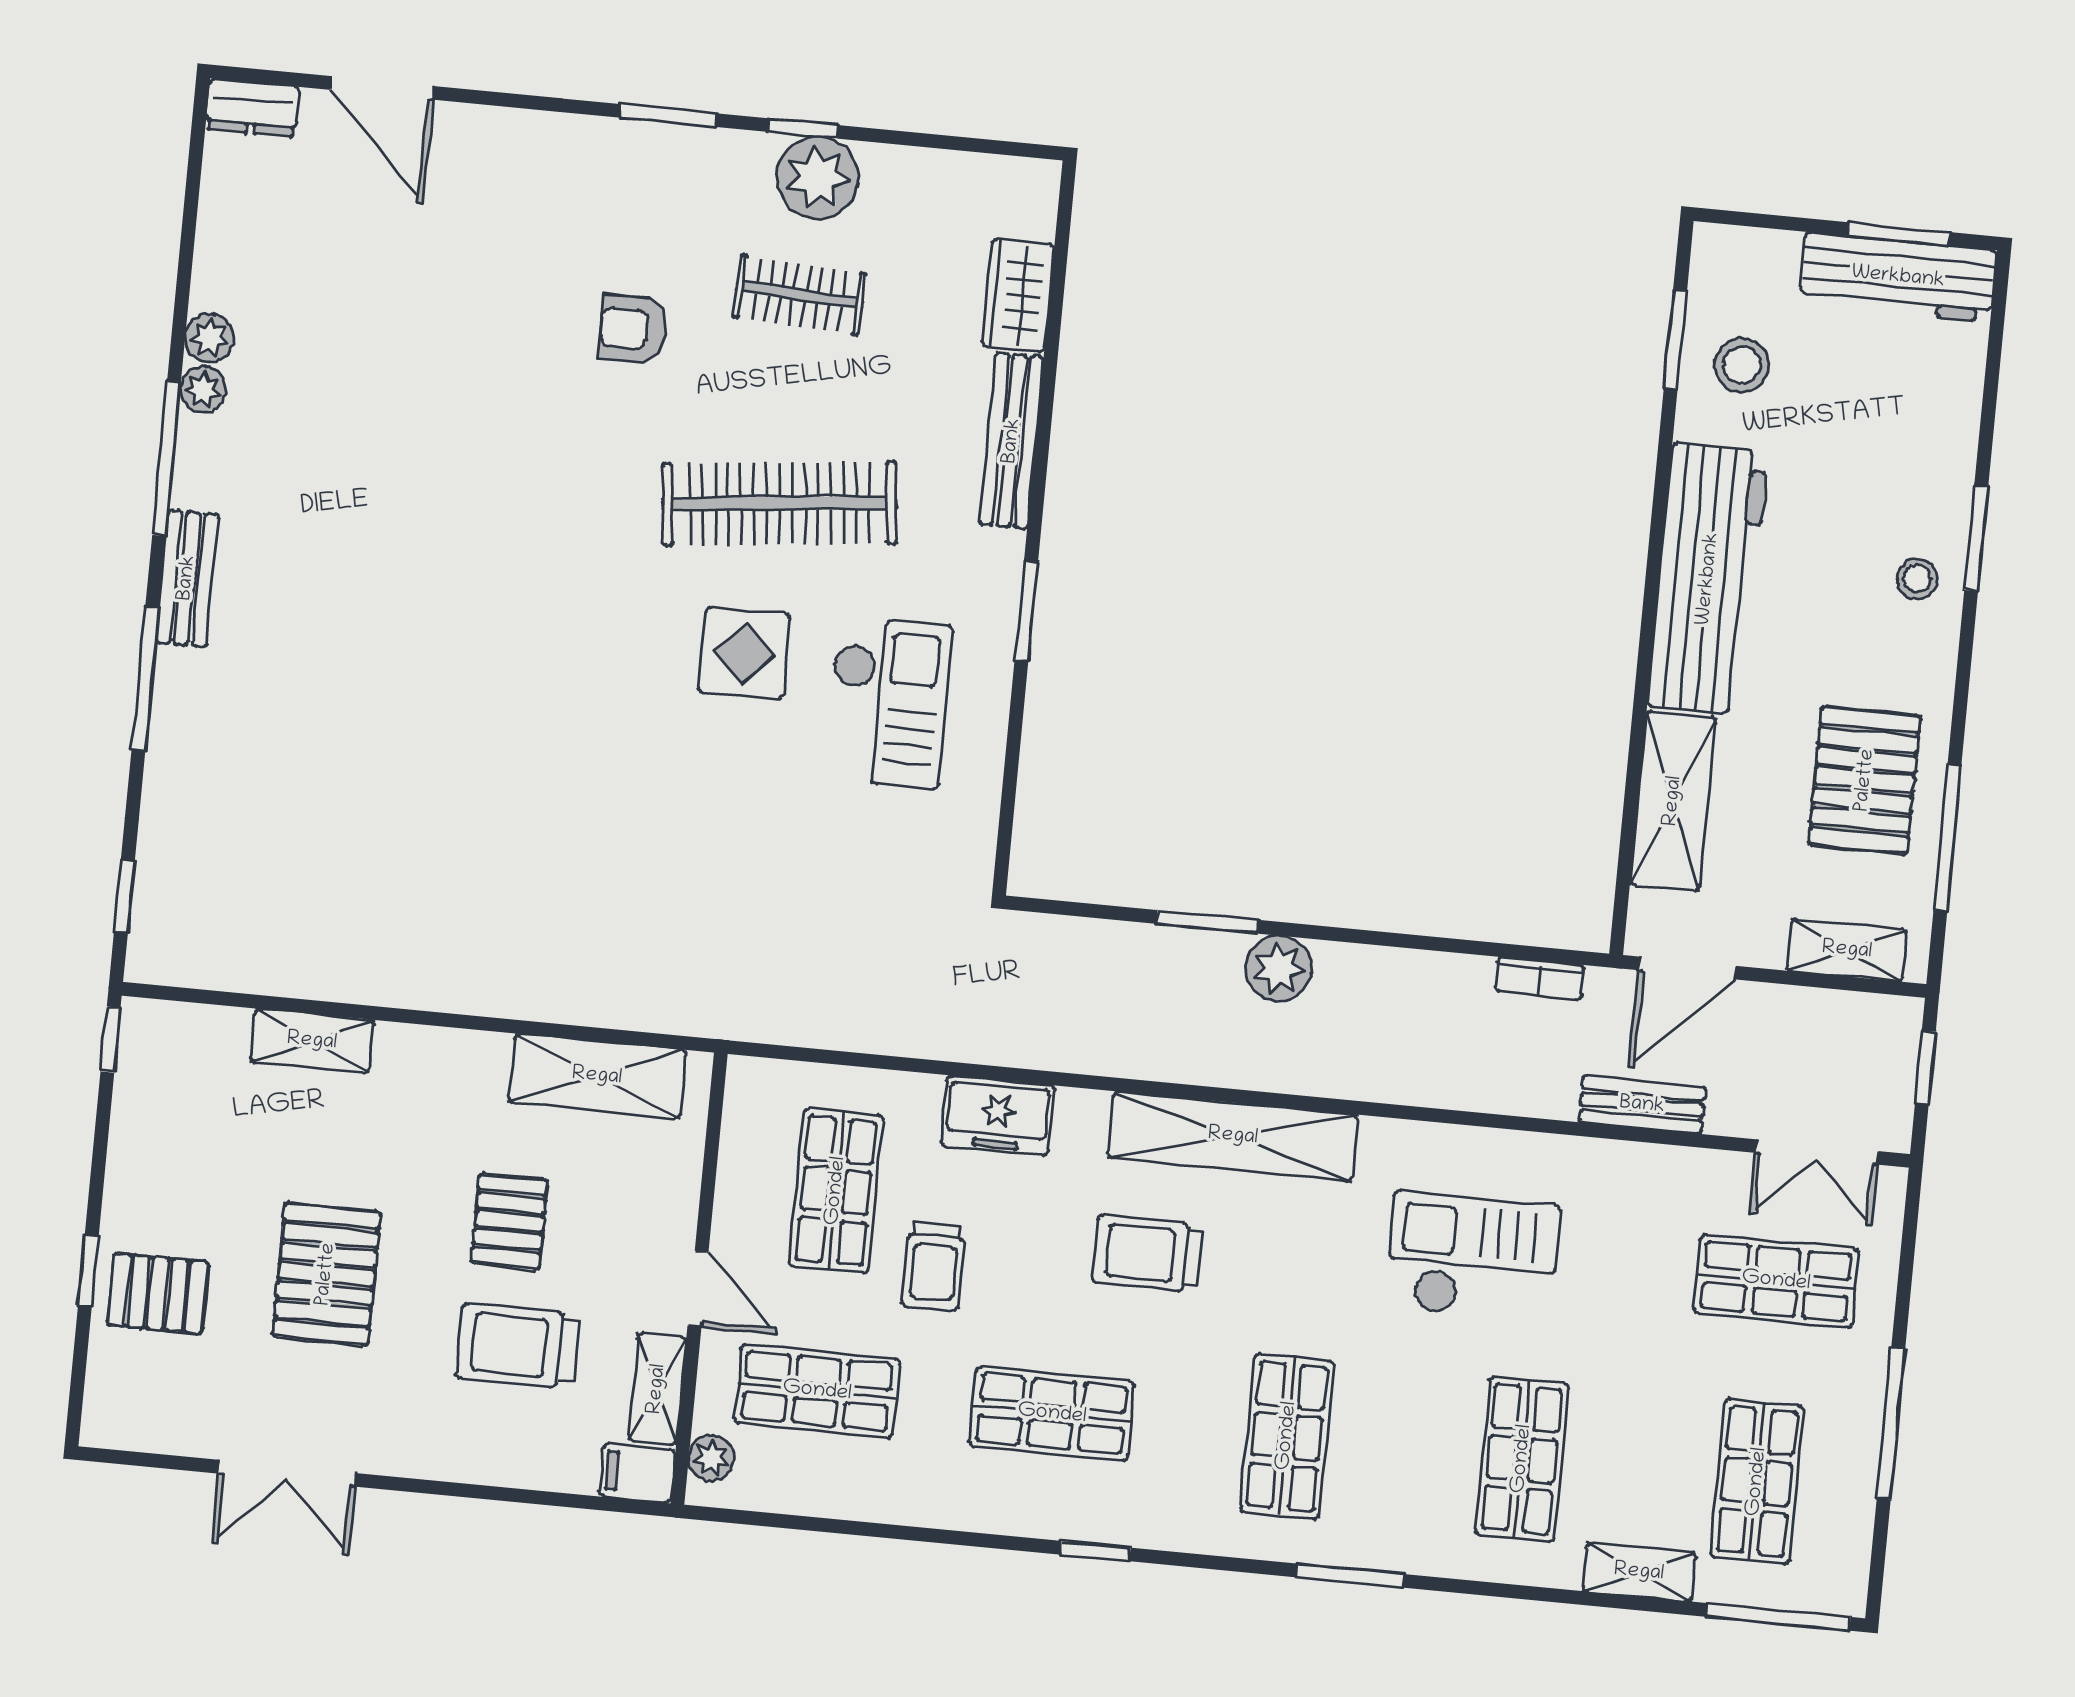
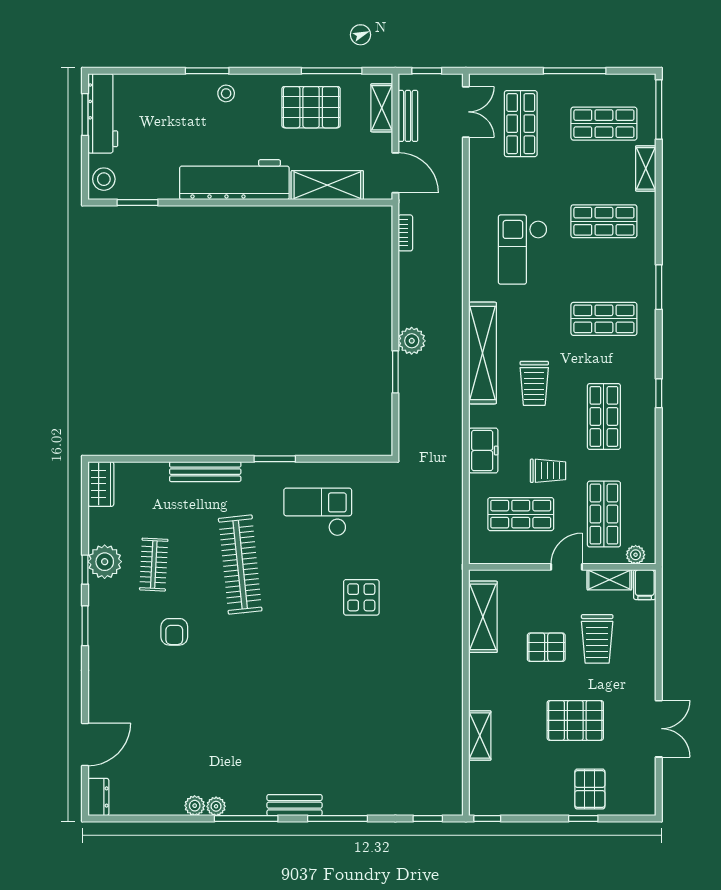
wardrobe: (1018, 296) -> (101, 484), moved, turned -90
stool: (1742, 365) -> (104, 179), moved
display table: (744, 653) -> (361, 597), moved
bench: (1642, 1105) -> (408, 116), moved

